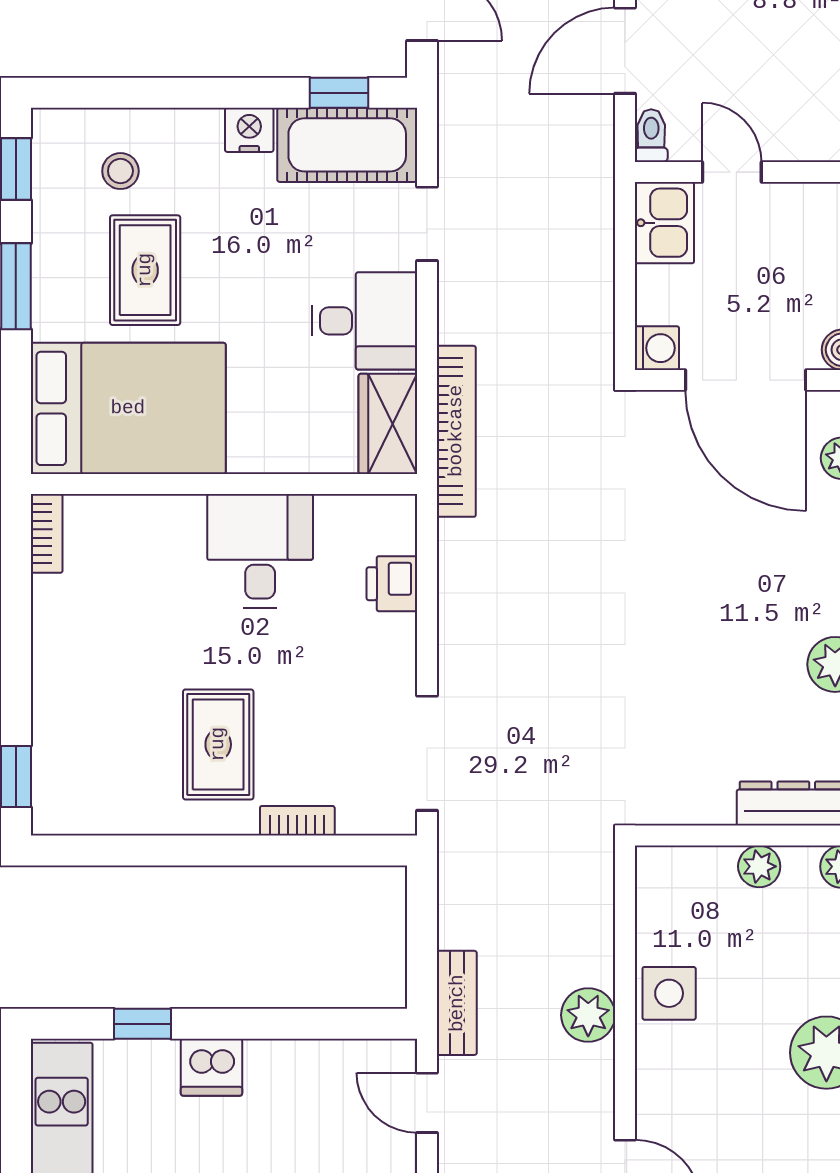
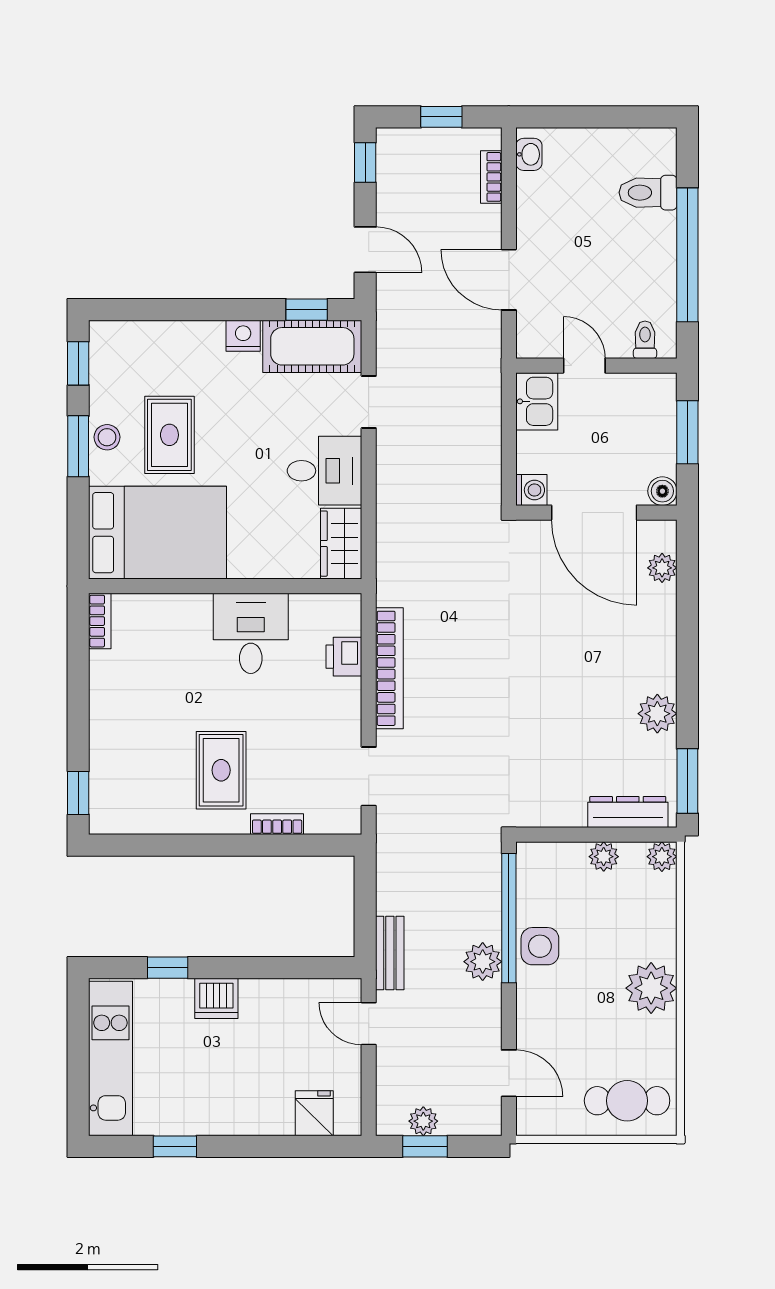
door: (625, 51) -> (509, 280), hinge flipped
toilet: (651, 136) -> (645, 340), moved
stool: (120, 171) -> (107, 437), moved
bookcase: (456, 431) -> (389, 668), moved
doorway: (427, 753) -> (369, 776), width x0.73
window: (625, 954) -> (509, 918), added

